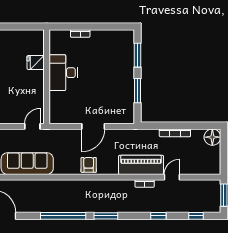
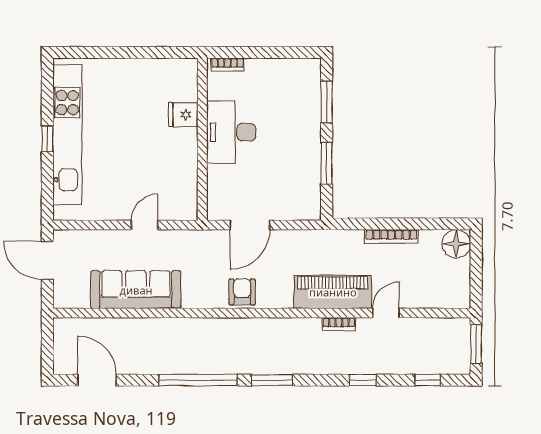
fridge: (36, 62) -> (183, 115), moved
desk: (63, 73) -> (231, 132), moved
wall: (47, 77) -> (202, 139), moved

